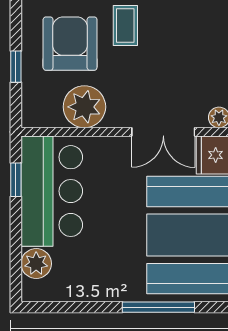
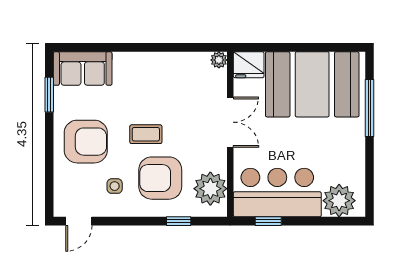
plant: (84, 107) -> (210, 189), moved
double door: (163, 132) -> (230, 122), moved
plant: (36, 264) -> (339, 201), width x1.36, depth x1.36

